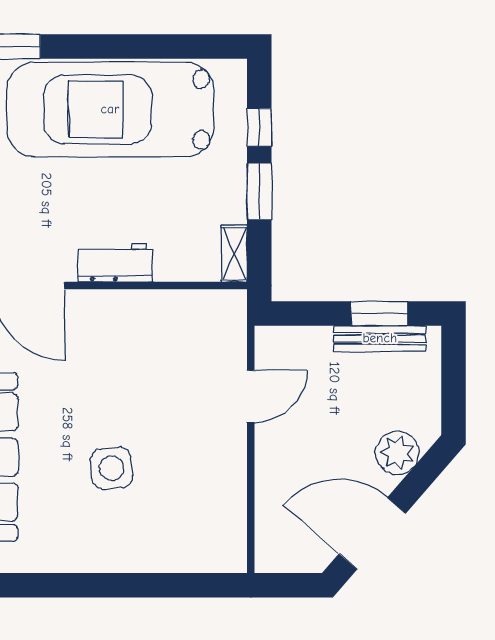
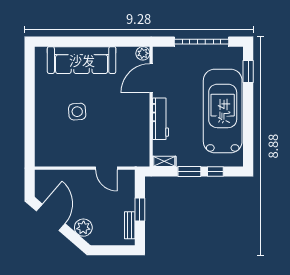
workbench: (115, 263) -> (160, 119), width x1.38
window: (379, 313) -> (140, 209), moved
bench: (380, 338) -> (130, 225), width x0.73

